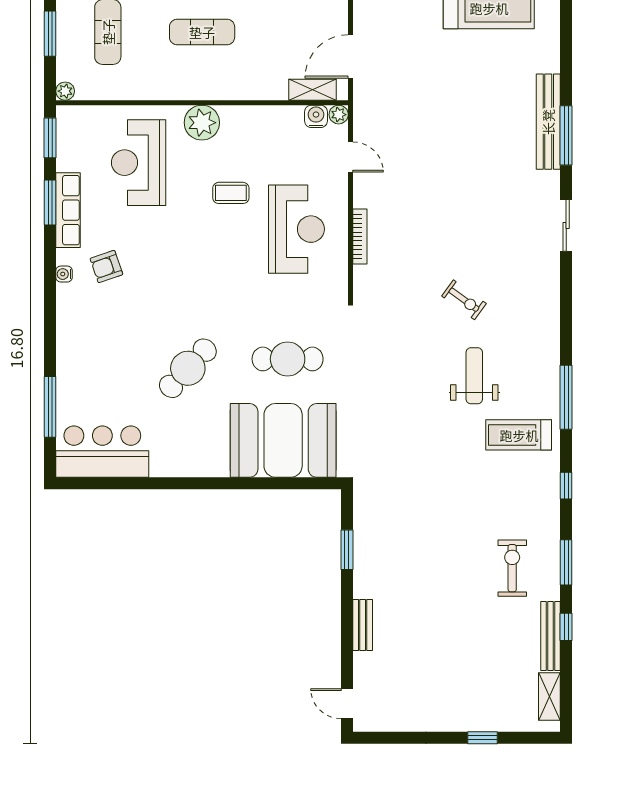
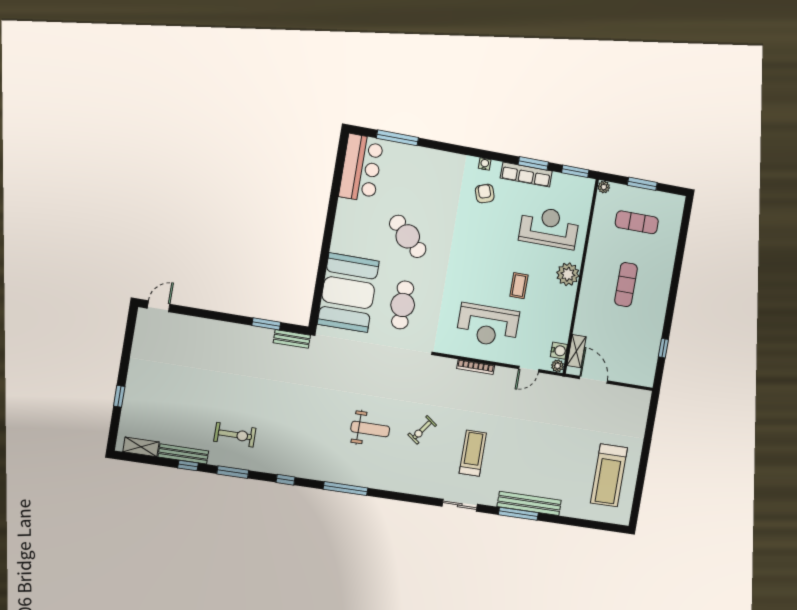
treadmill: (519, 435) -> (473, 453), moved
bench: (363, 625) -> (292, 339), moved

